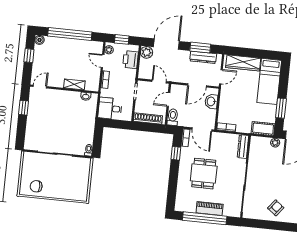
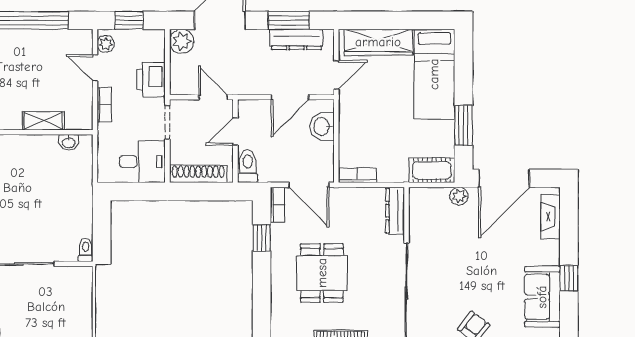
printer: (131, 60) -> (151, 80), moved
desk: (110, 108) -> (142, 162), moved, turned 180

